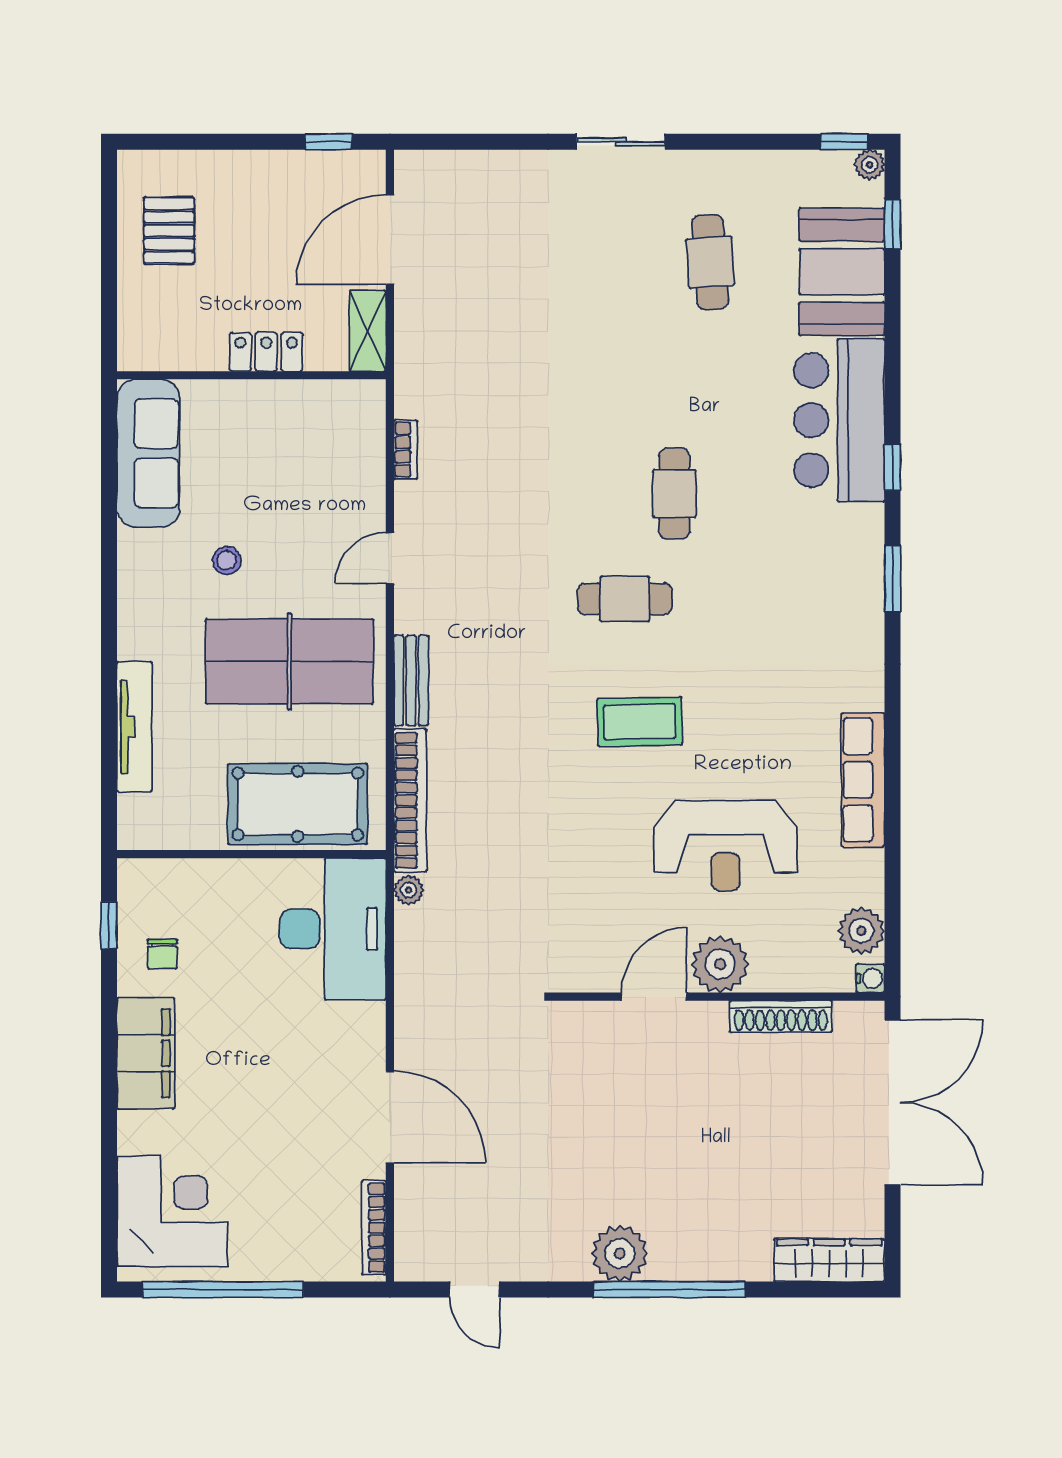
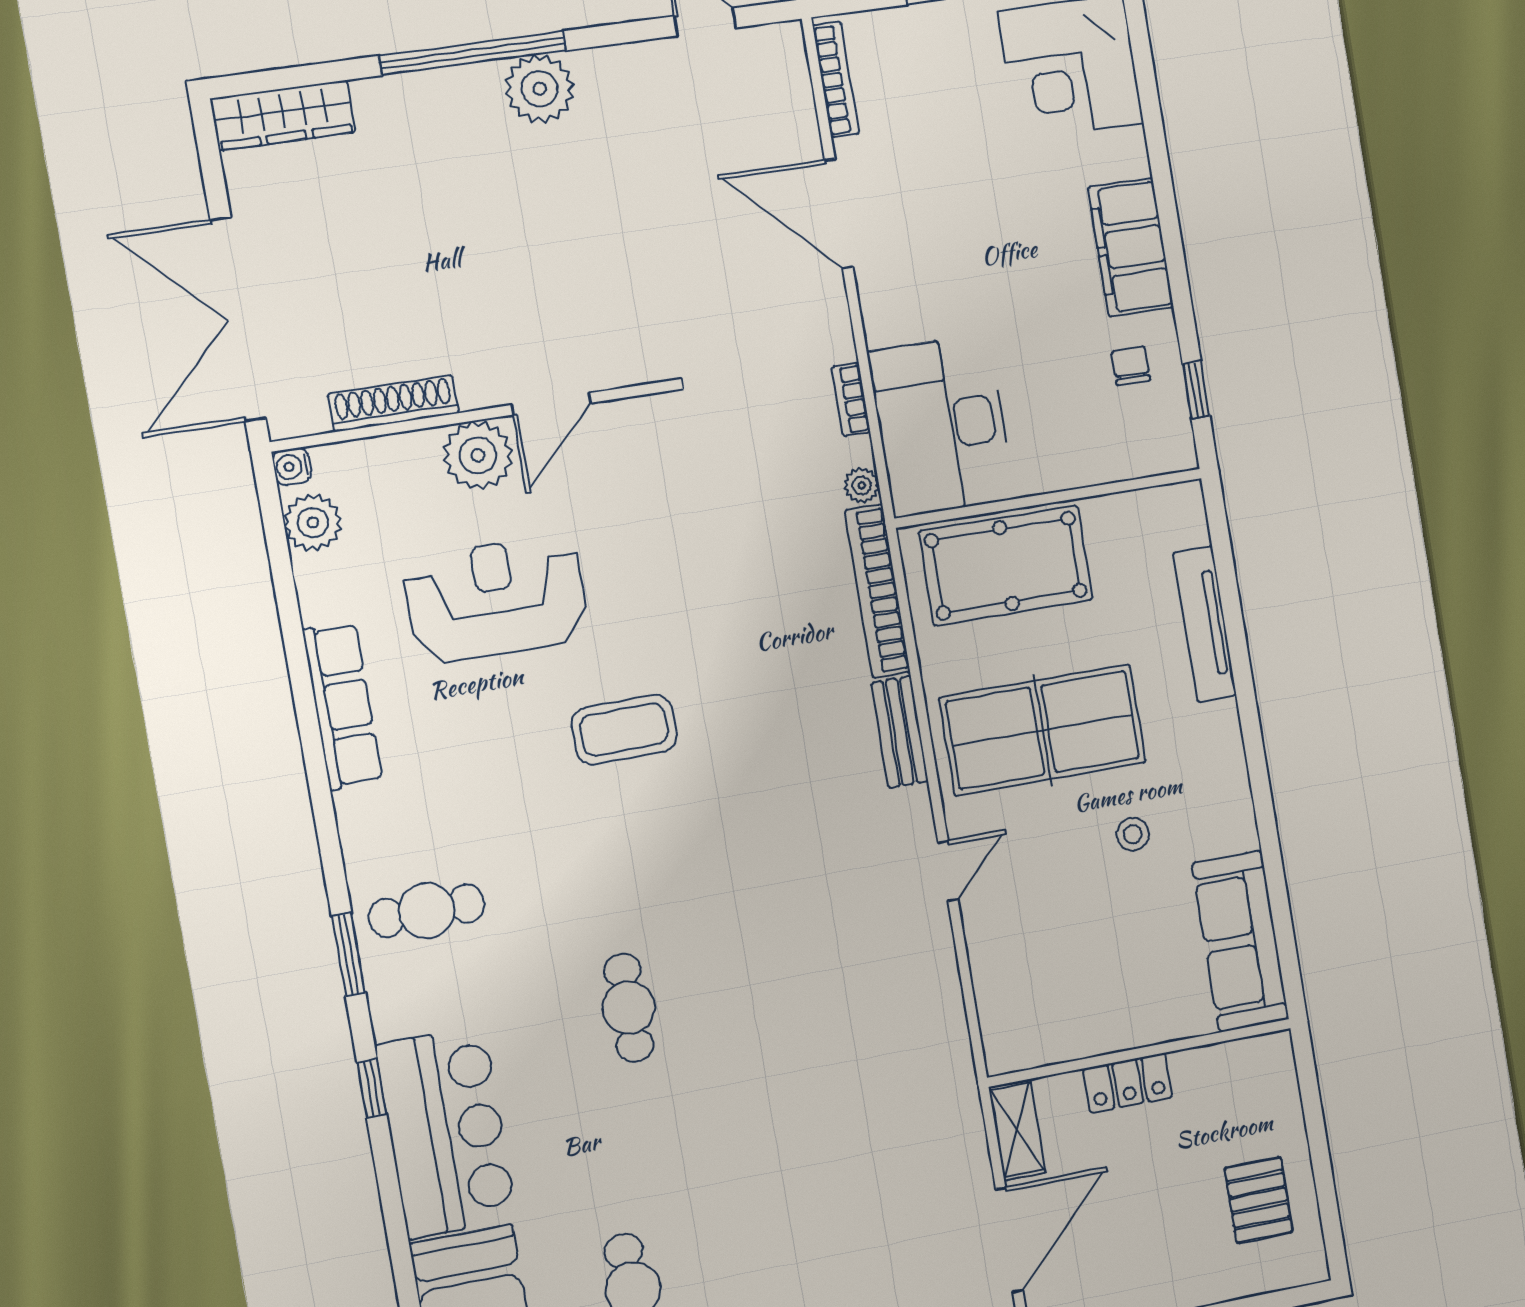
bookcase: (406, 450) -> (851, 400), moved
cafe table: (625, 599) -> (427, 911), moved

